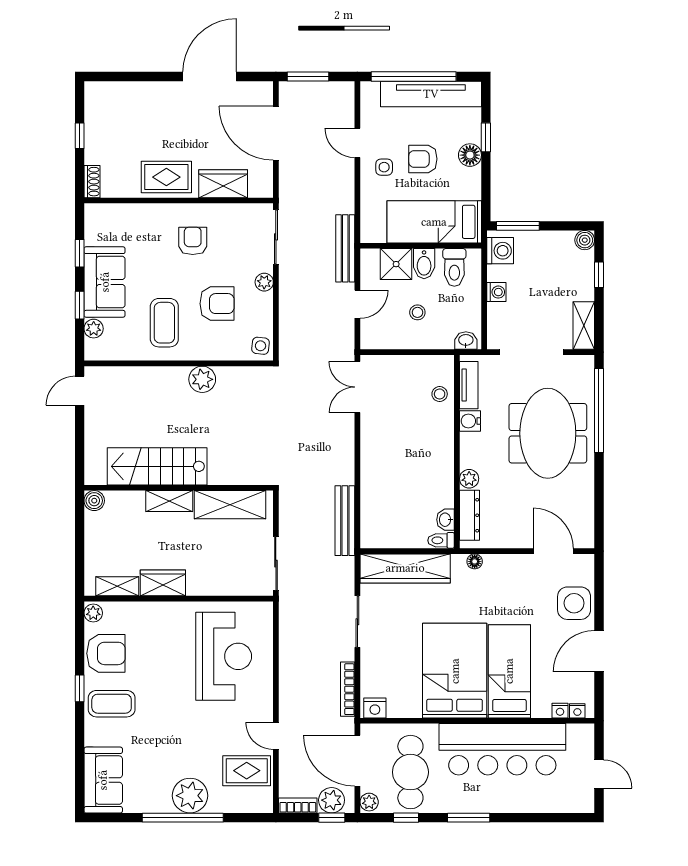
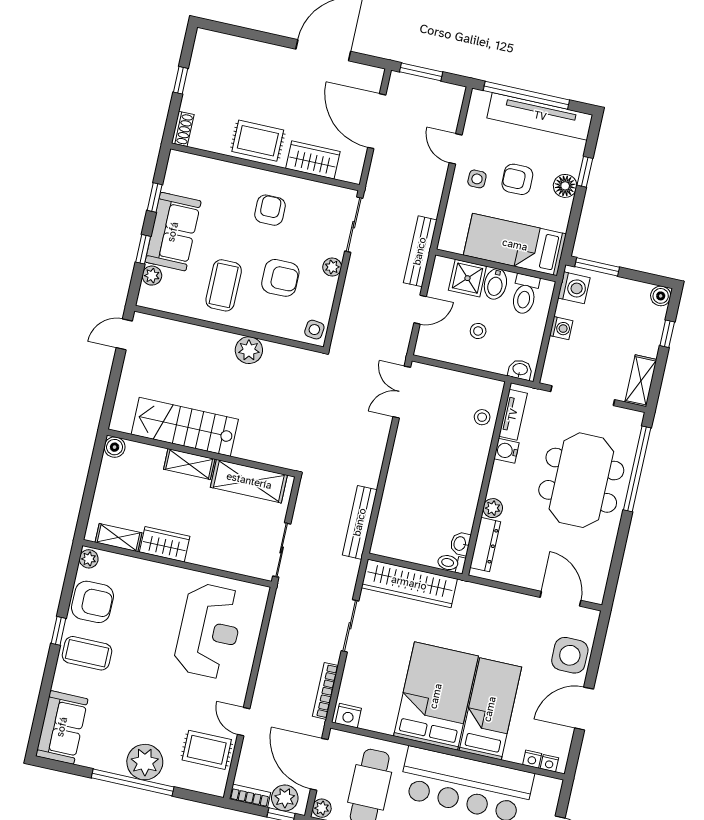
floor lamp: (475, 561) -> (480, 592), removed

